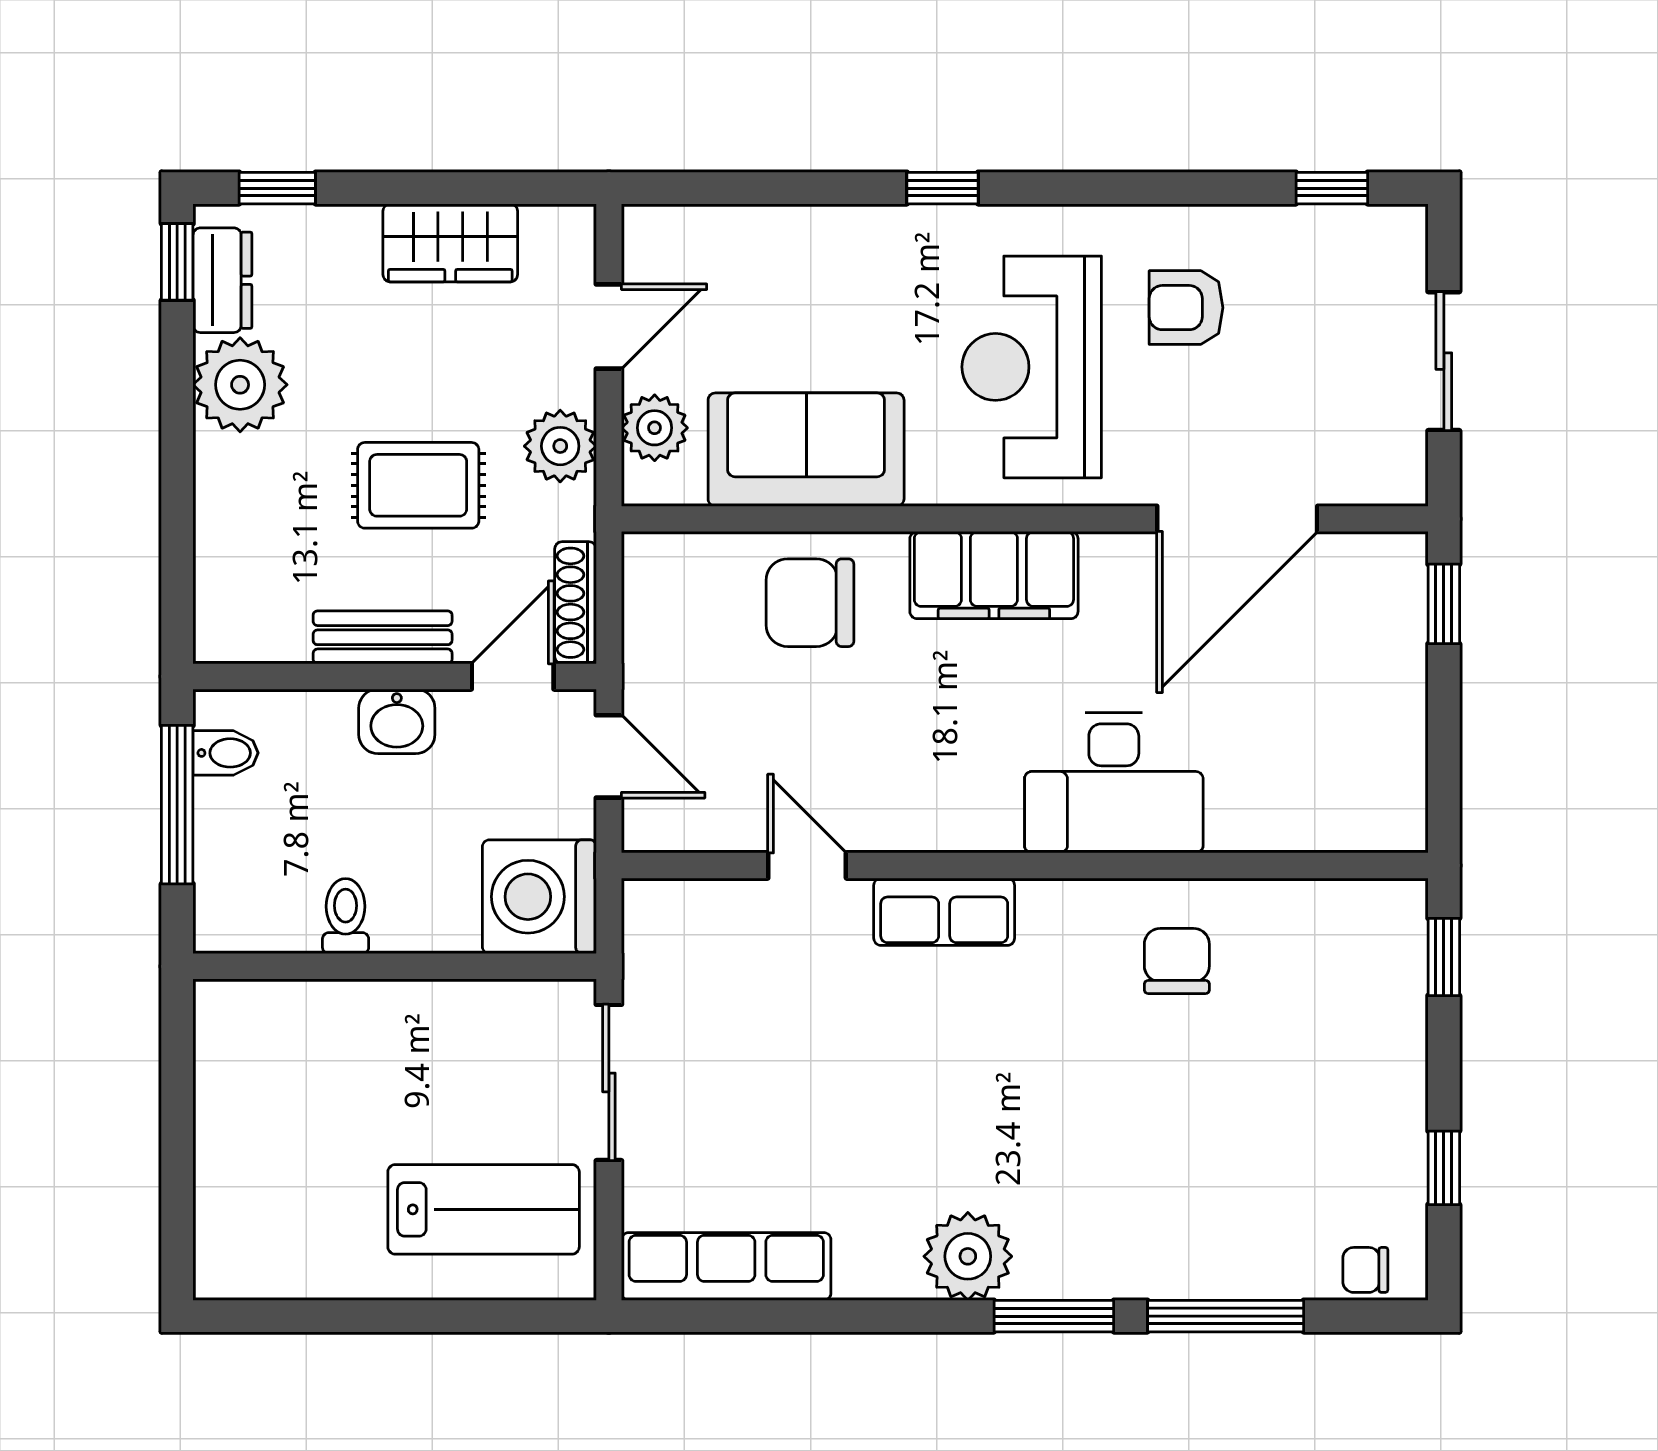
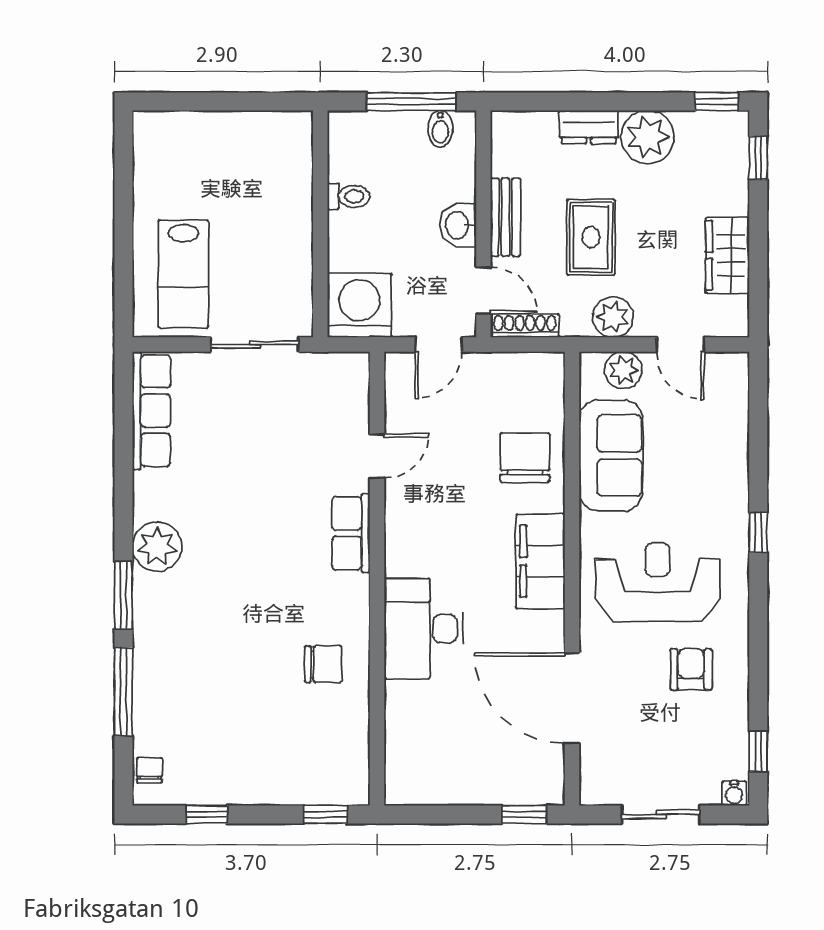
water cooler: (1406, 231) -> (734, 793), added
dresser: (222, 280) -> (589, 127), moved

